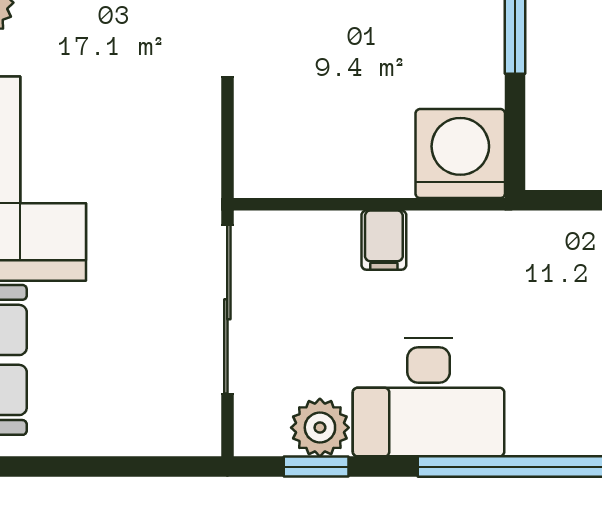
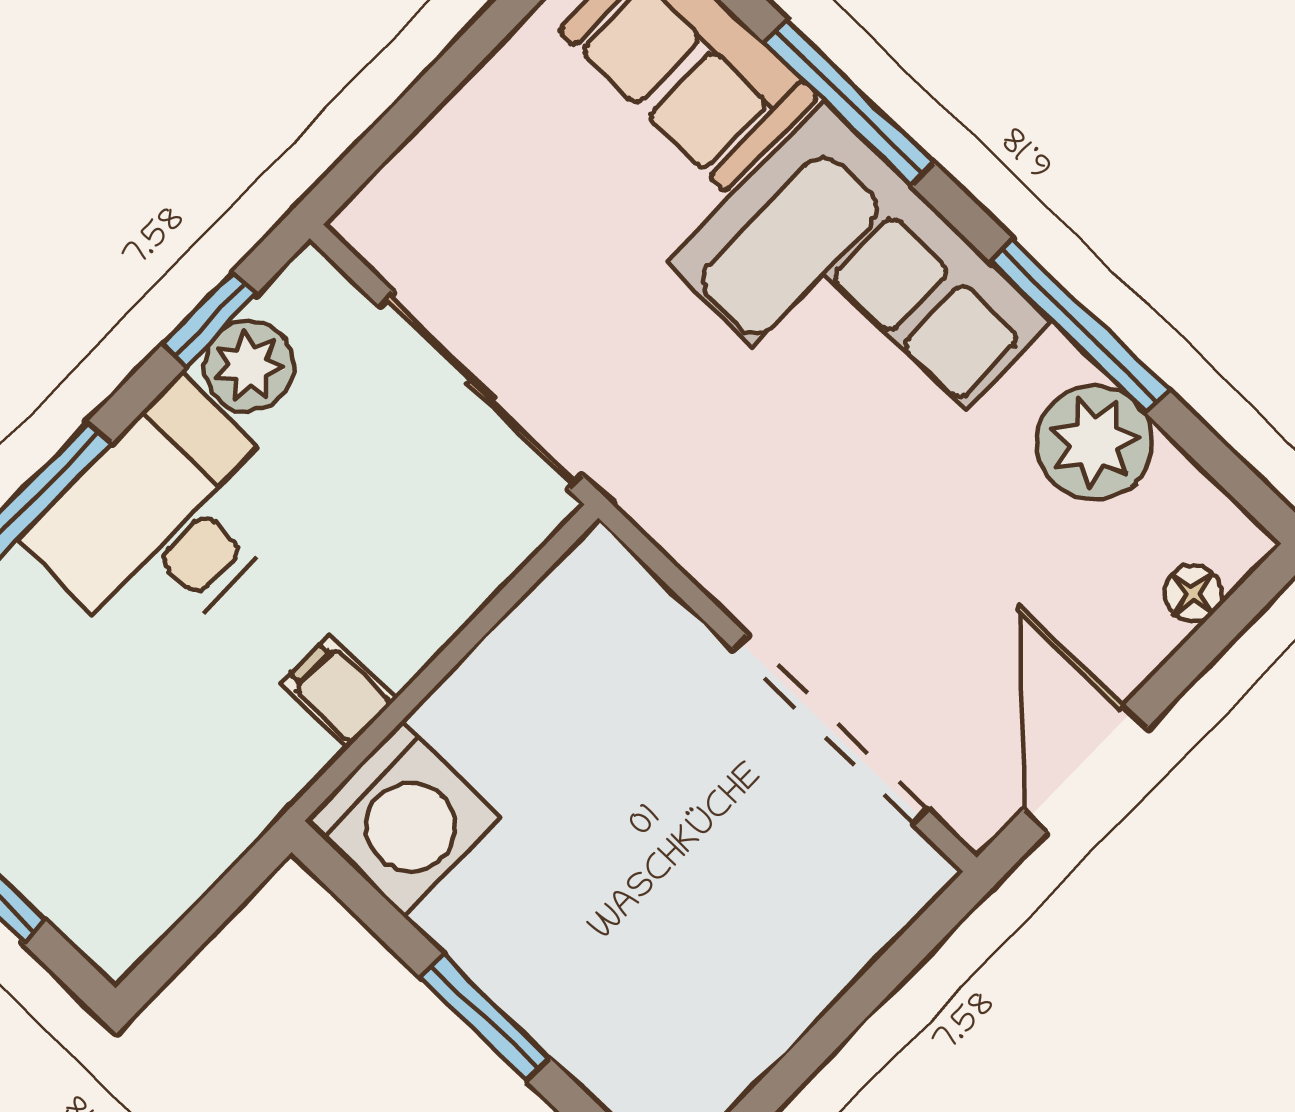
filing cabinet: (384, 240) -> (339, 692), moved

